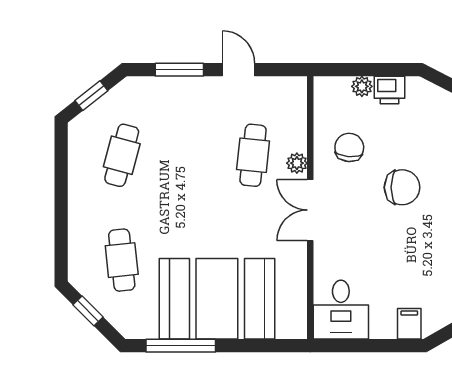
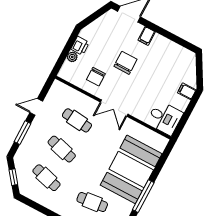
chair: (349, 147) -> (96, 77), turned -95
cafe table: (187, 155) -> (62, 149), added
plant: (297, 163) -> (91, 103), removed

